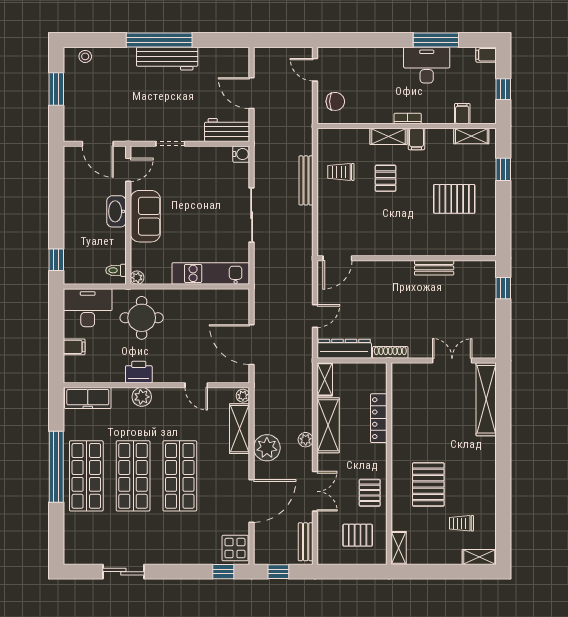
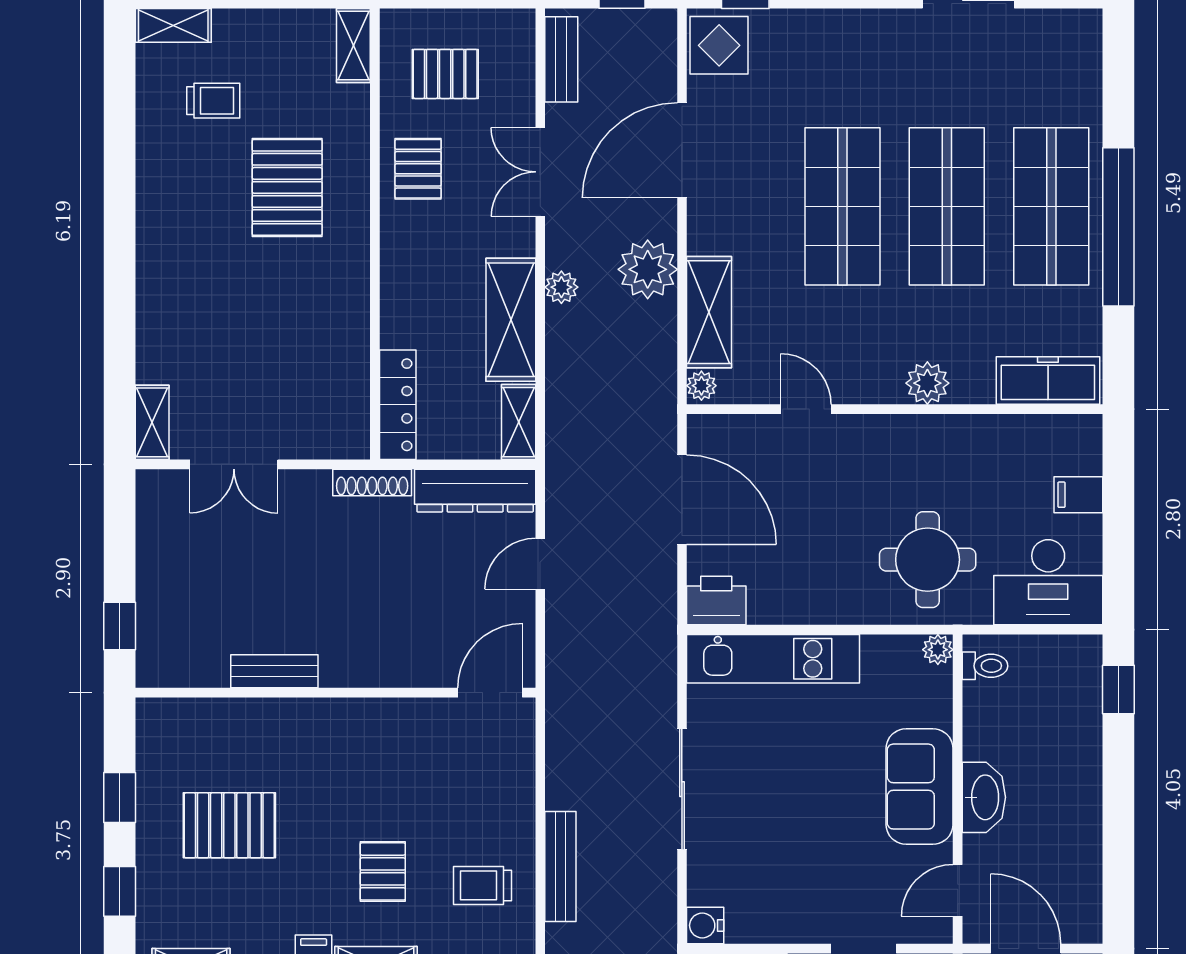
trolley: (341, 172) -> (483, 885), turned 180
window: (503, 211) -> (120, 798), added
printer: (139, 372) -> (716, 601), moved, turned 180
shelving: (486, 399) -> (152, 422), width x0.45, depth x0.75
locker: (379, 418) -> (398, 405), moved

